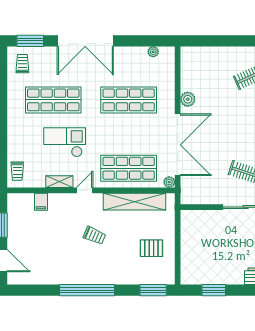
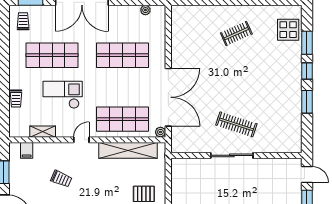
plant: (188, 99) -> (178, 55), removed
trolley: (17, 171) -> (16, 98), moved
shelving: (59, 182) -> (43, 132), moved
filing cabinet: (41, 202) -> (27, 150), moved
trolley: (94, 236) -> (61, 179), moved

